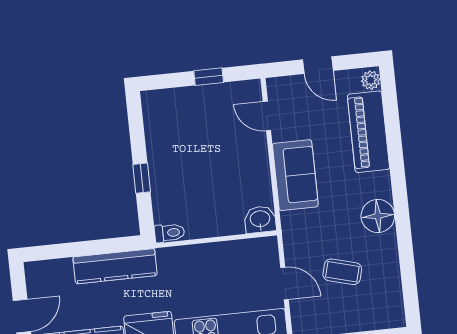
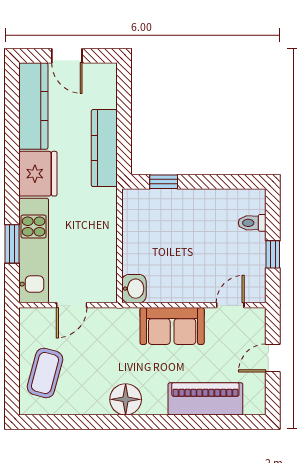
plant: (371, 80) -> (254, 406), removed
window: (142, 178) -> (164, 182), moved
toilet: (169, 233) -> (252, 223), moved, turned 90
coffee table: (342, 272) -> (45, 373), moved, width x1.36, depth x1.30

